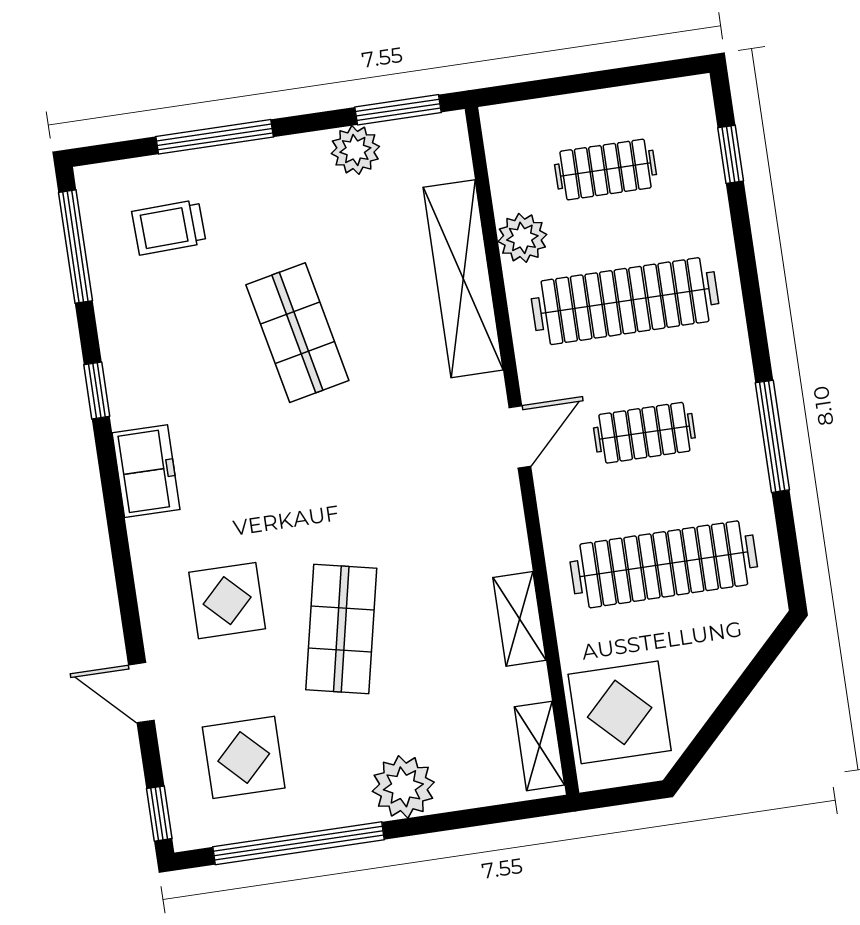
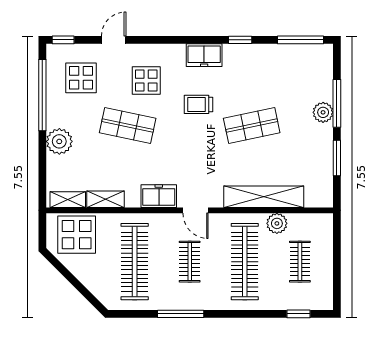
window: (398, 110) -> (337, 158), moved
plant: (355, 150) -> (323, 112), moved
trolley: (169, 227) -> (199, 104), moved, turned -88
freezer: (499, 530) -> (159, 196), added
shelving: (519, 619) -> (105, 199), moved

